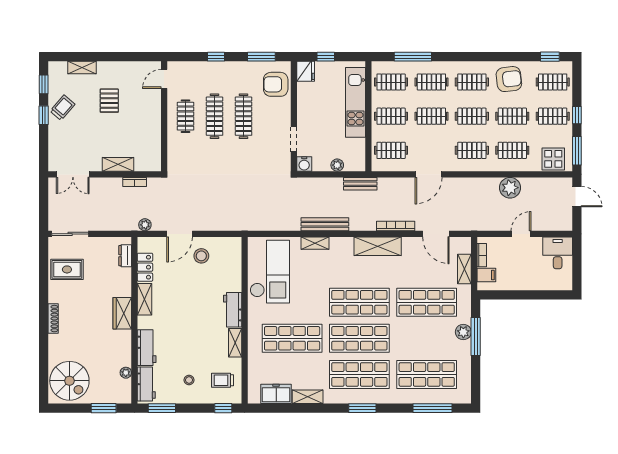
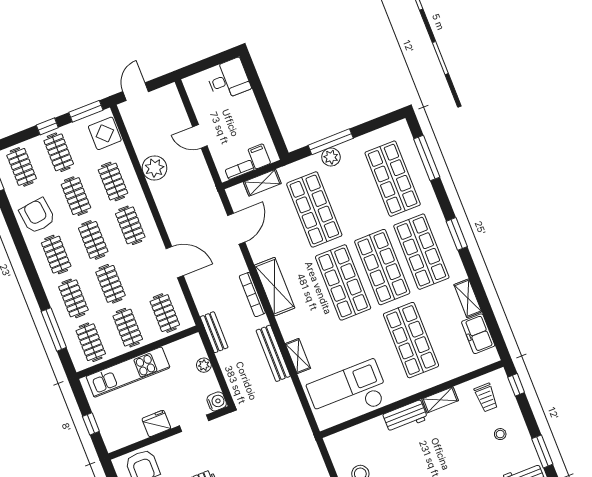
fridge: (306, 71) -> (156, 423), moved
bookcase: (396, 226) -> (252, 295), moved
desk: (558, 253) -> (228, 79), moved, turned 180

